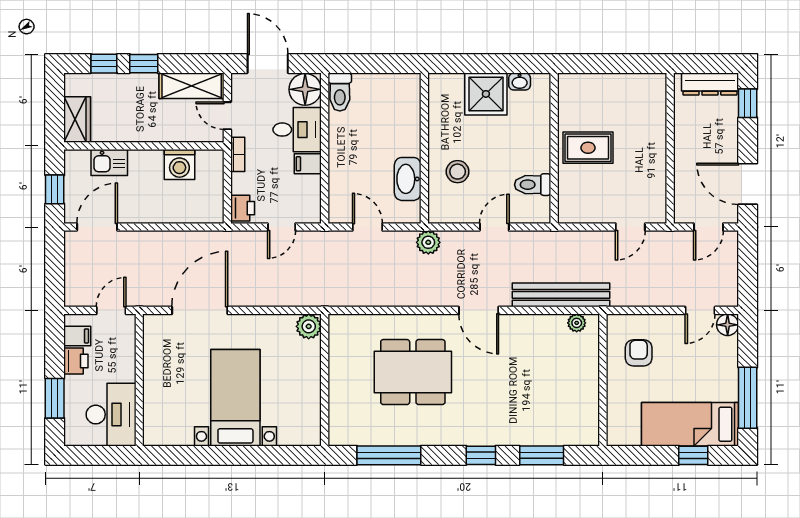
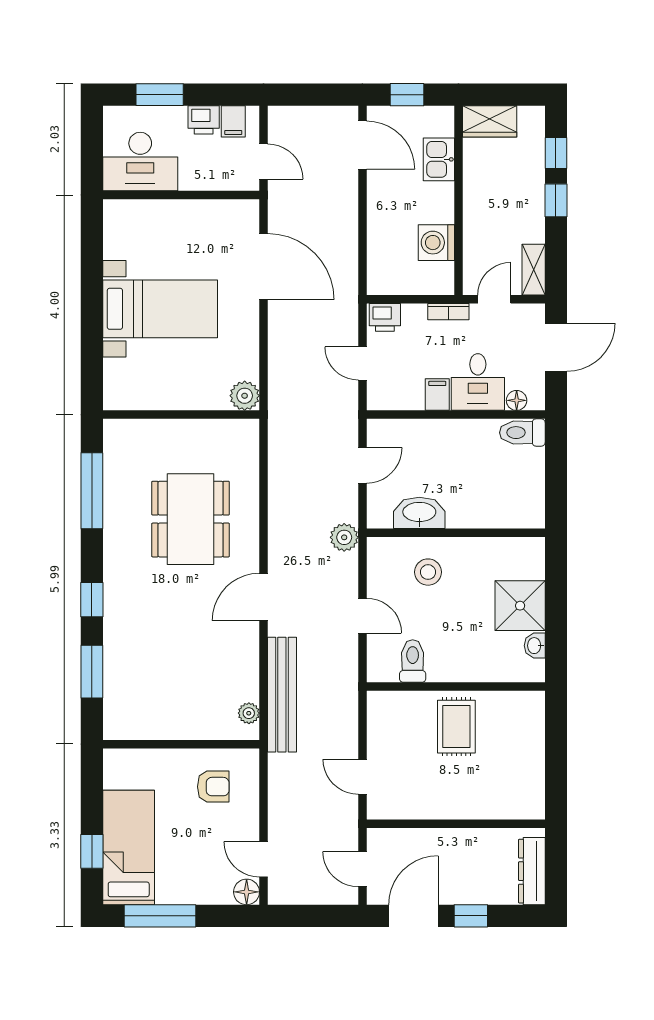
shelving: (192, 86) -> (534, 270), width x0.67, depth x0.75
floor lamp: (305, 89) -> (517, 400), width x0.53, depth x0.53
window: (748, 103) -> (471, 916), moved

